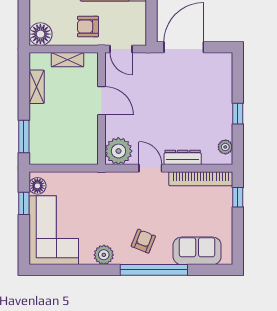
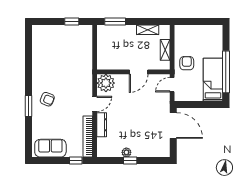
floor lamp: (40, 34) -> (182, 32), removed
plant: (225, 147) -> (126, 152), moved
floor lamp: (37, 186) -> (83, 30), removed
corner sofa: (54, 230) -> (54, 41), removed
sofa: (197, 251) -> (50, 148), moved, turned -90
plant: (104, 255) -> (38, 73), removed
window: (154, 270) -> (29, 106), width x0.47

